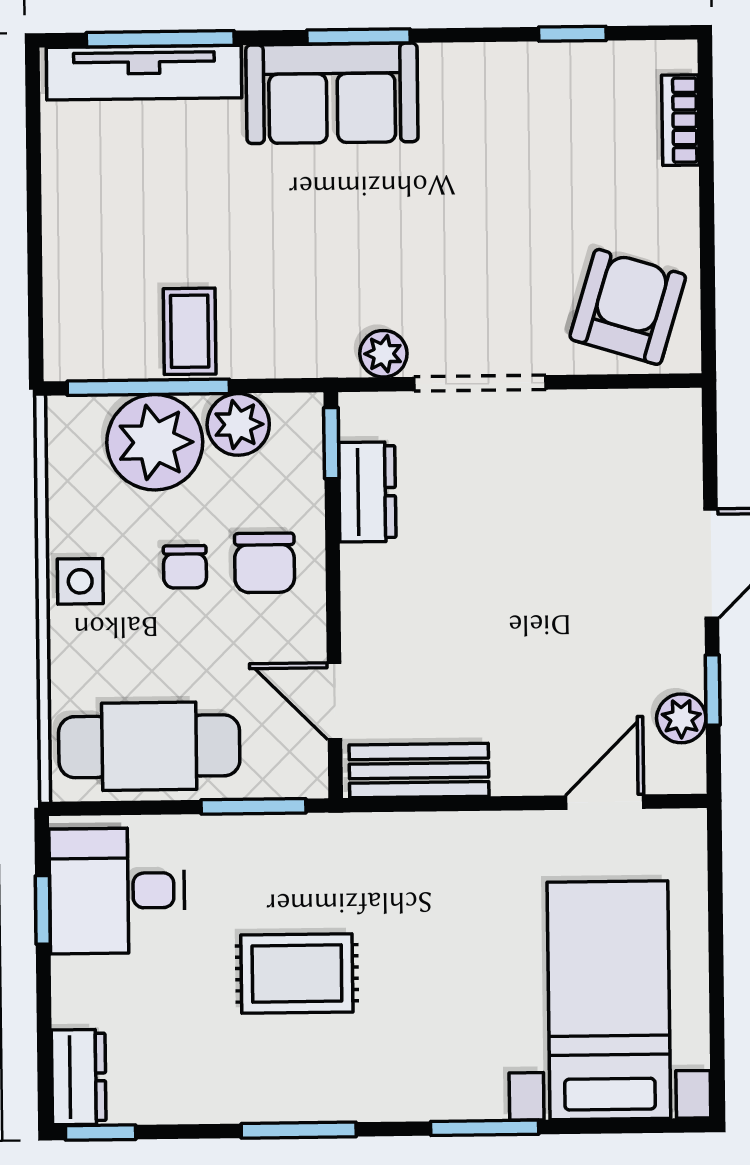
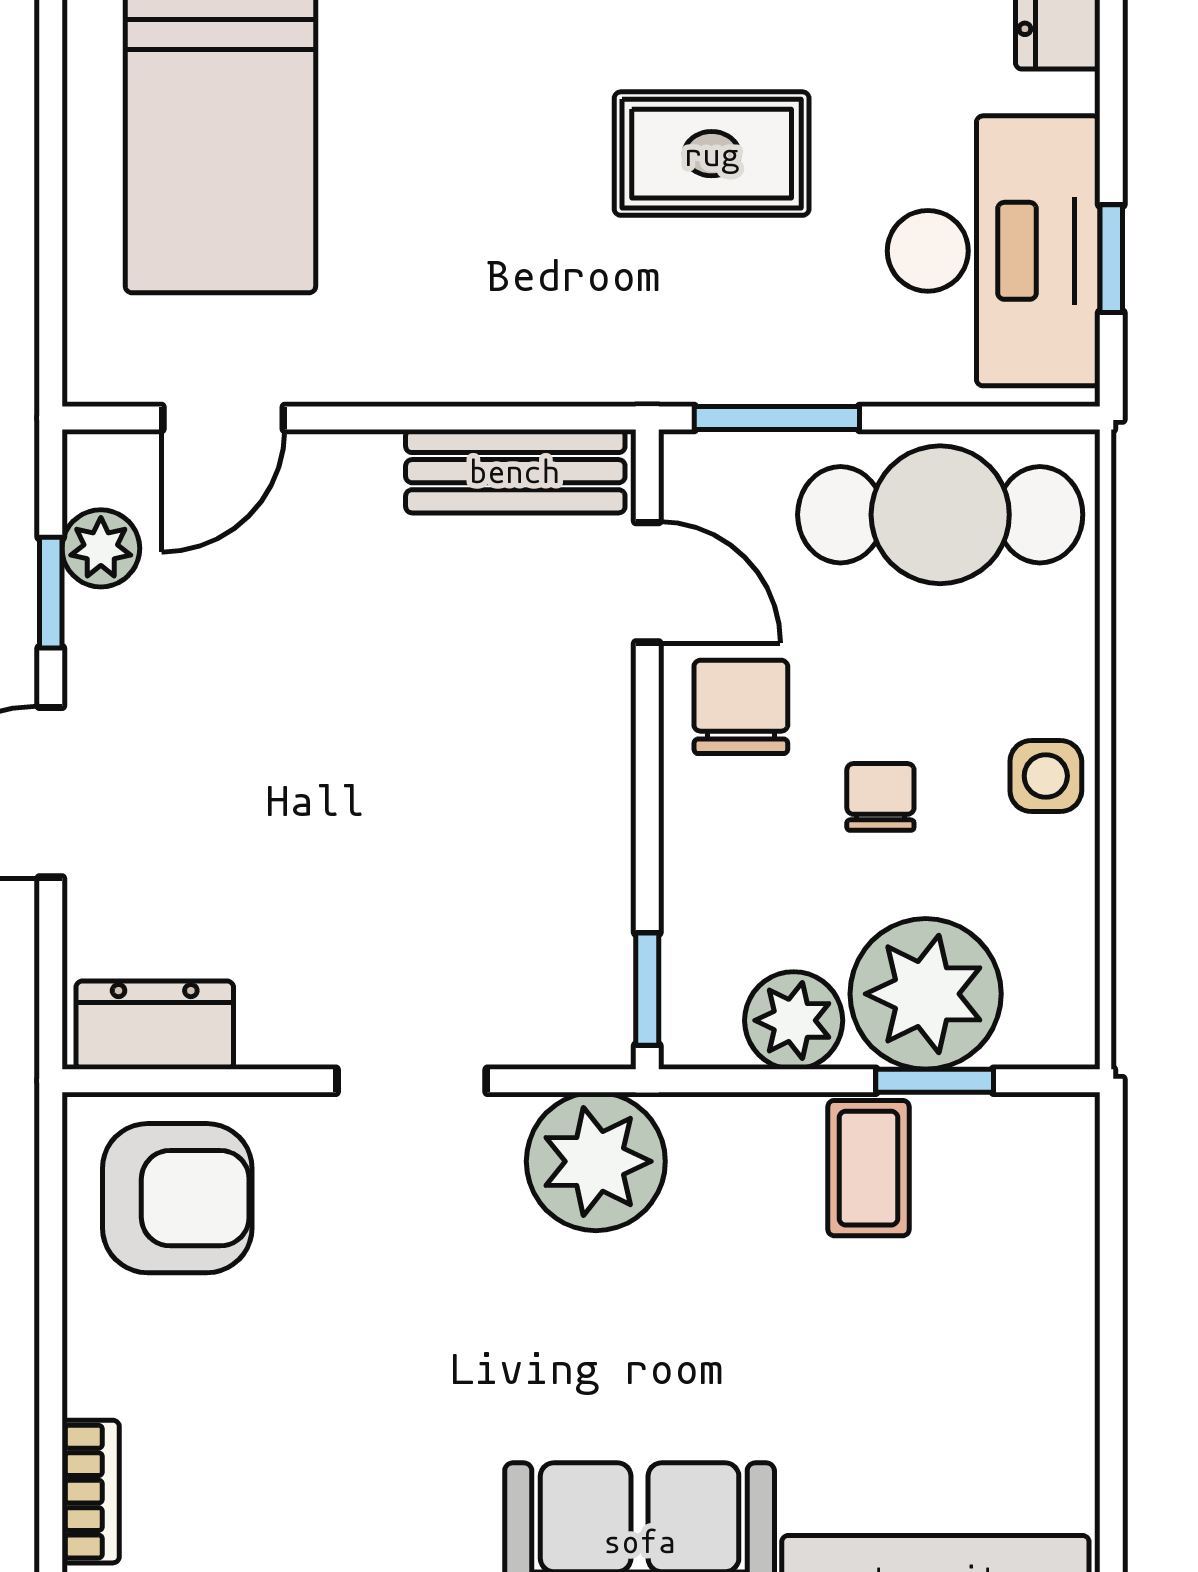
armchair: (628, 307) -> (177, 1198), turned -107
plant: (383, 354) -> (596, 1161), width x1.88, depth x1.88
doorway: (480, 383) -> (412, 1081), width x0.73
window: (148, 387) -> (935, 1081), width x0.46
dresser: (367, 492) -> (155, 1025), moved, turned 90
chair: (265, 563) -> (741, 707), moved
desk: (117, 891) -> (994, 251), width x1.37

